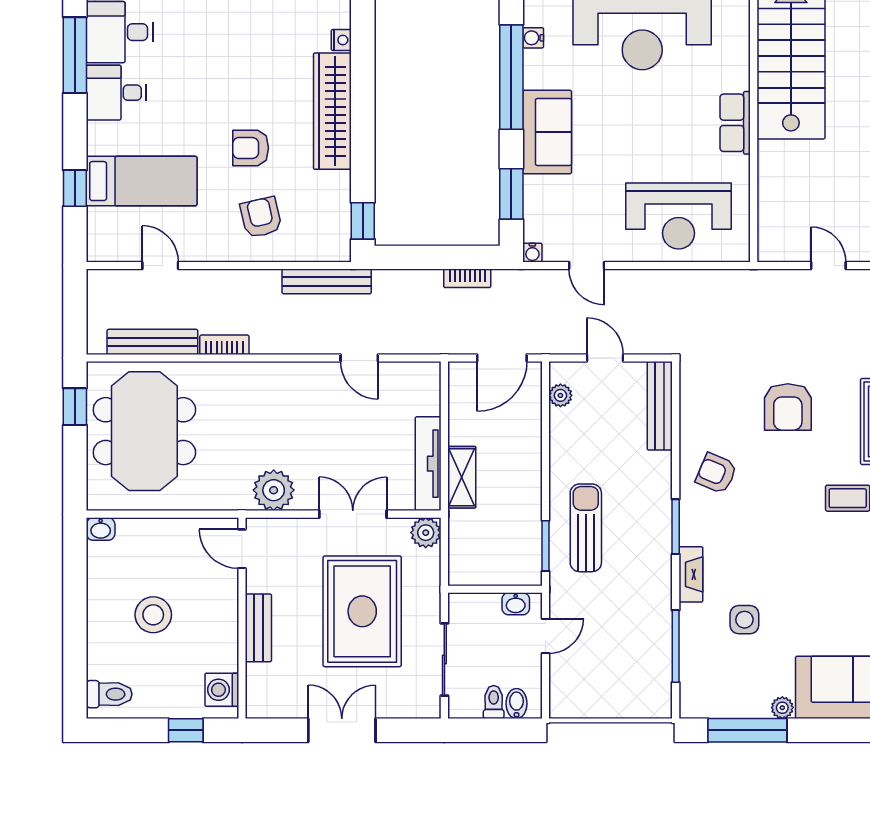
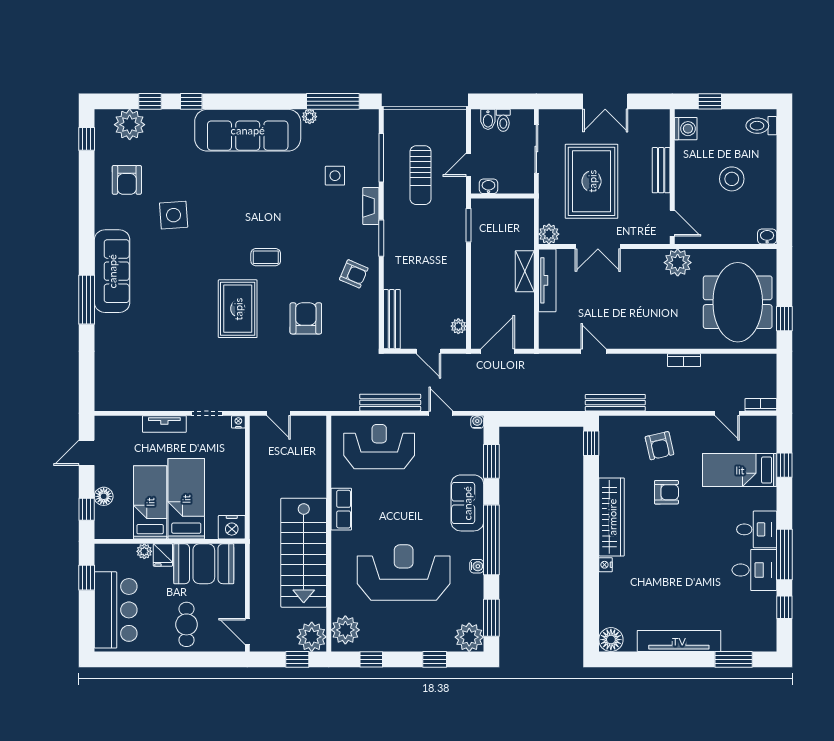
bookcase: (467, 278) -> (761, 405), moved
bench: (152, 342) -> (390, 403), moved
plant: (274, 490) -> (678, 263), moved
sun lounger: (586, 528) -> (421, 175), moved

